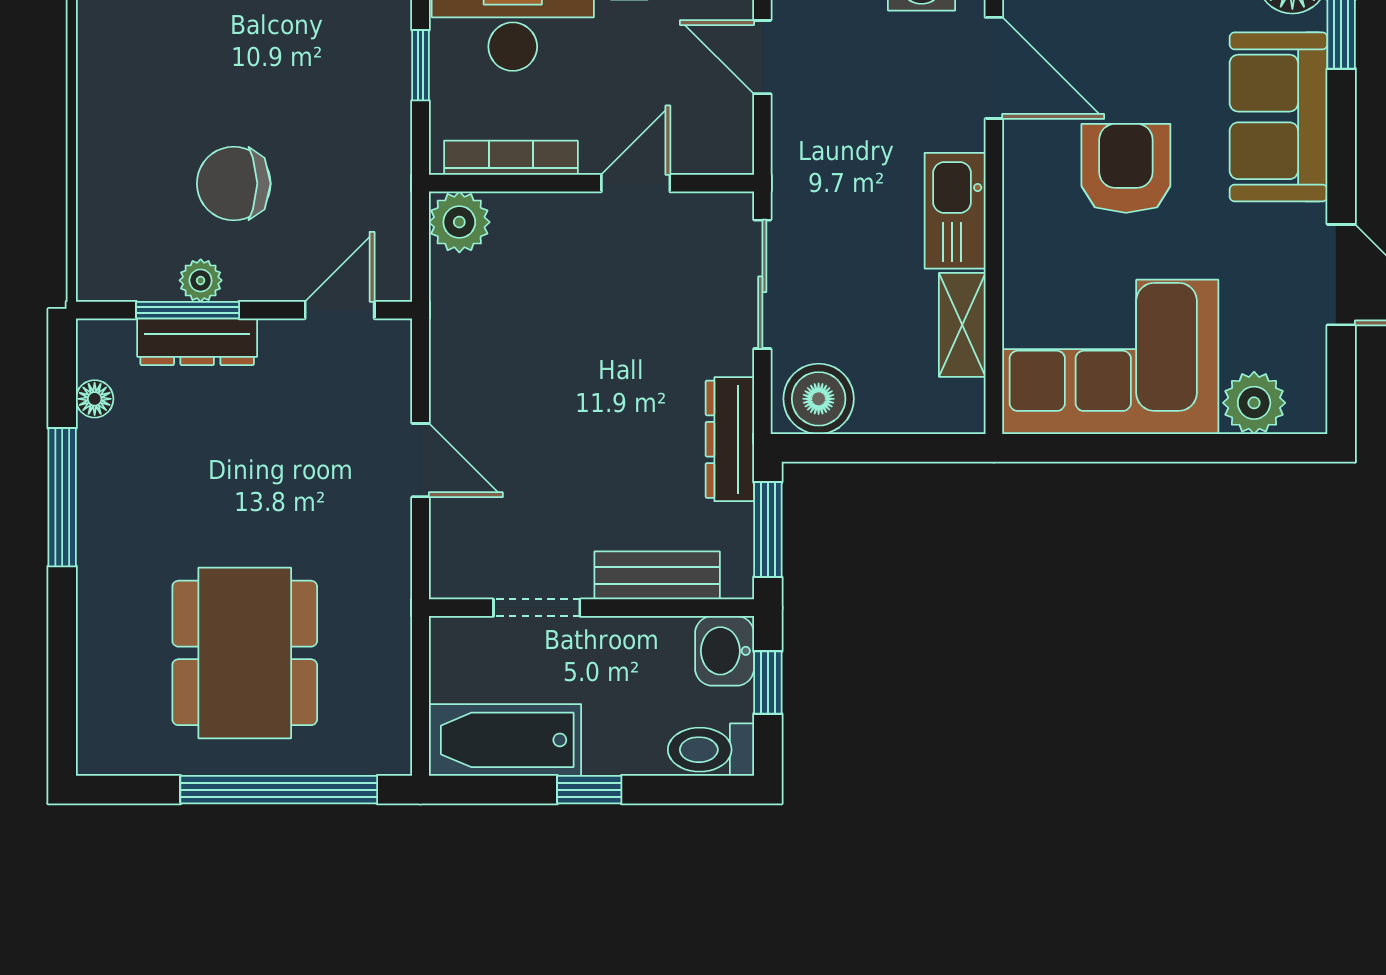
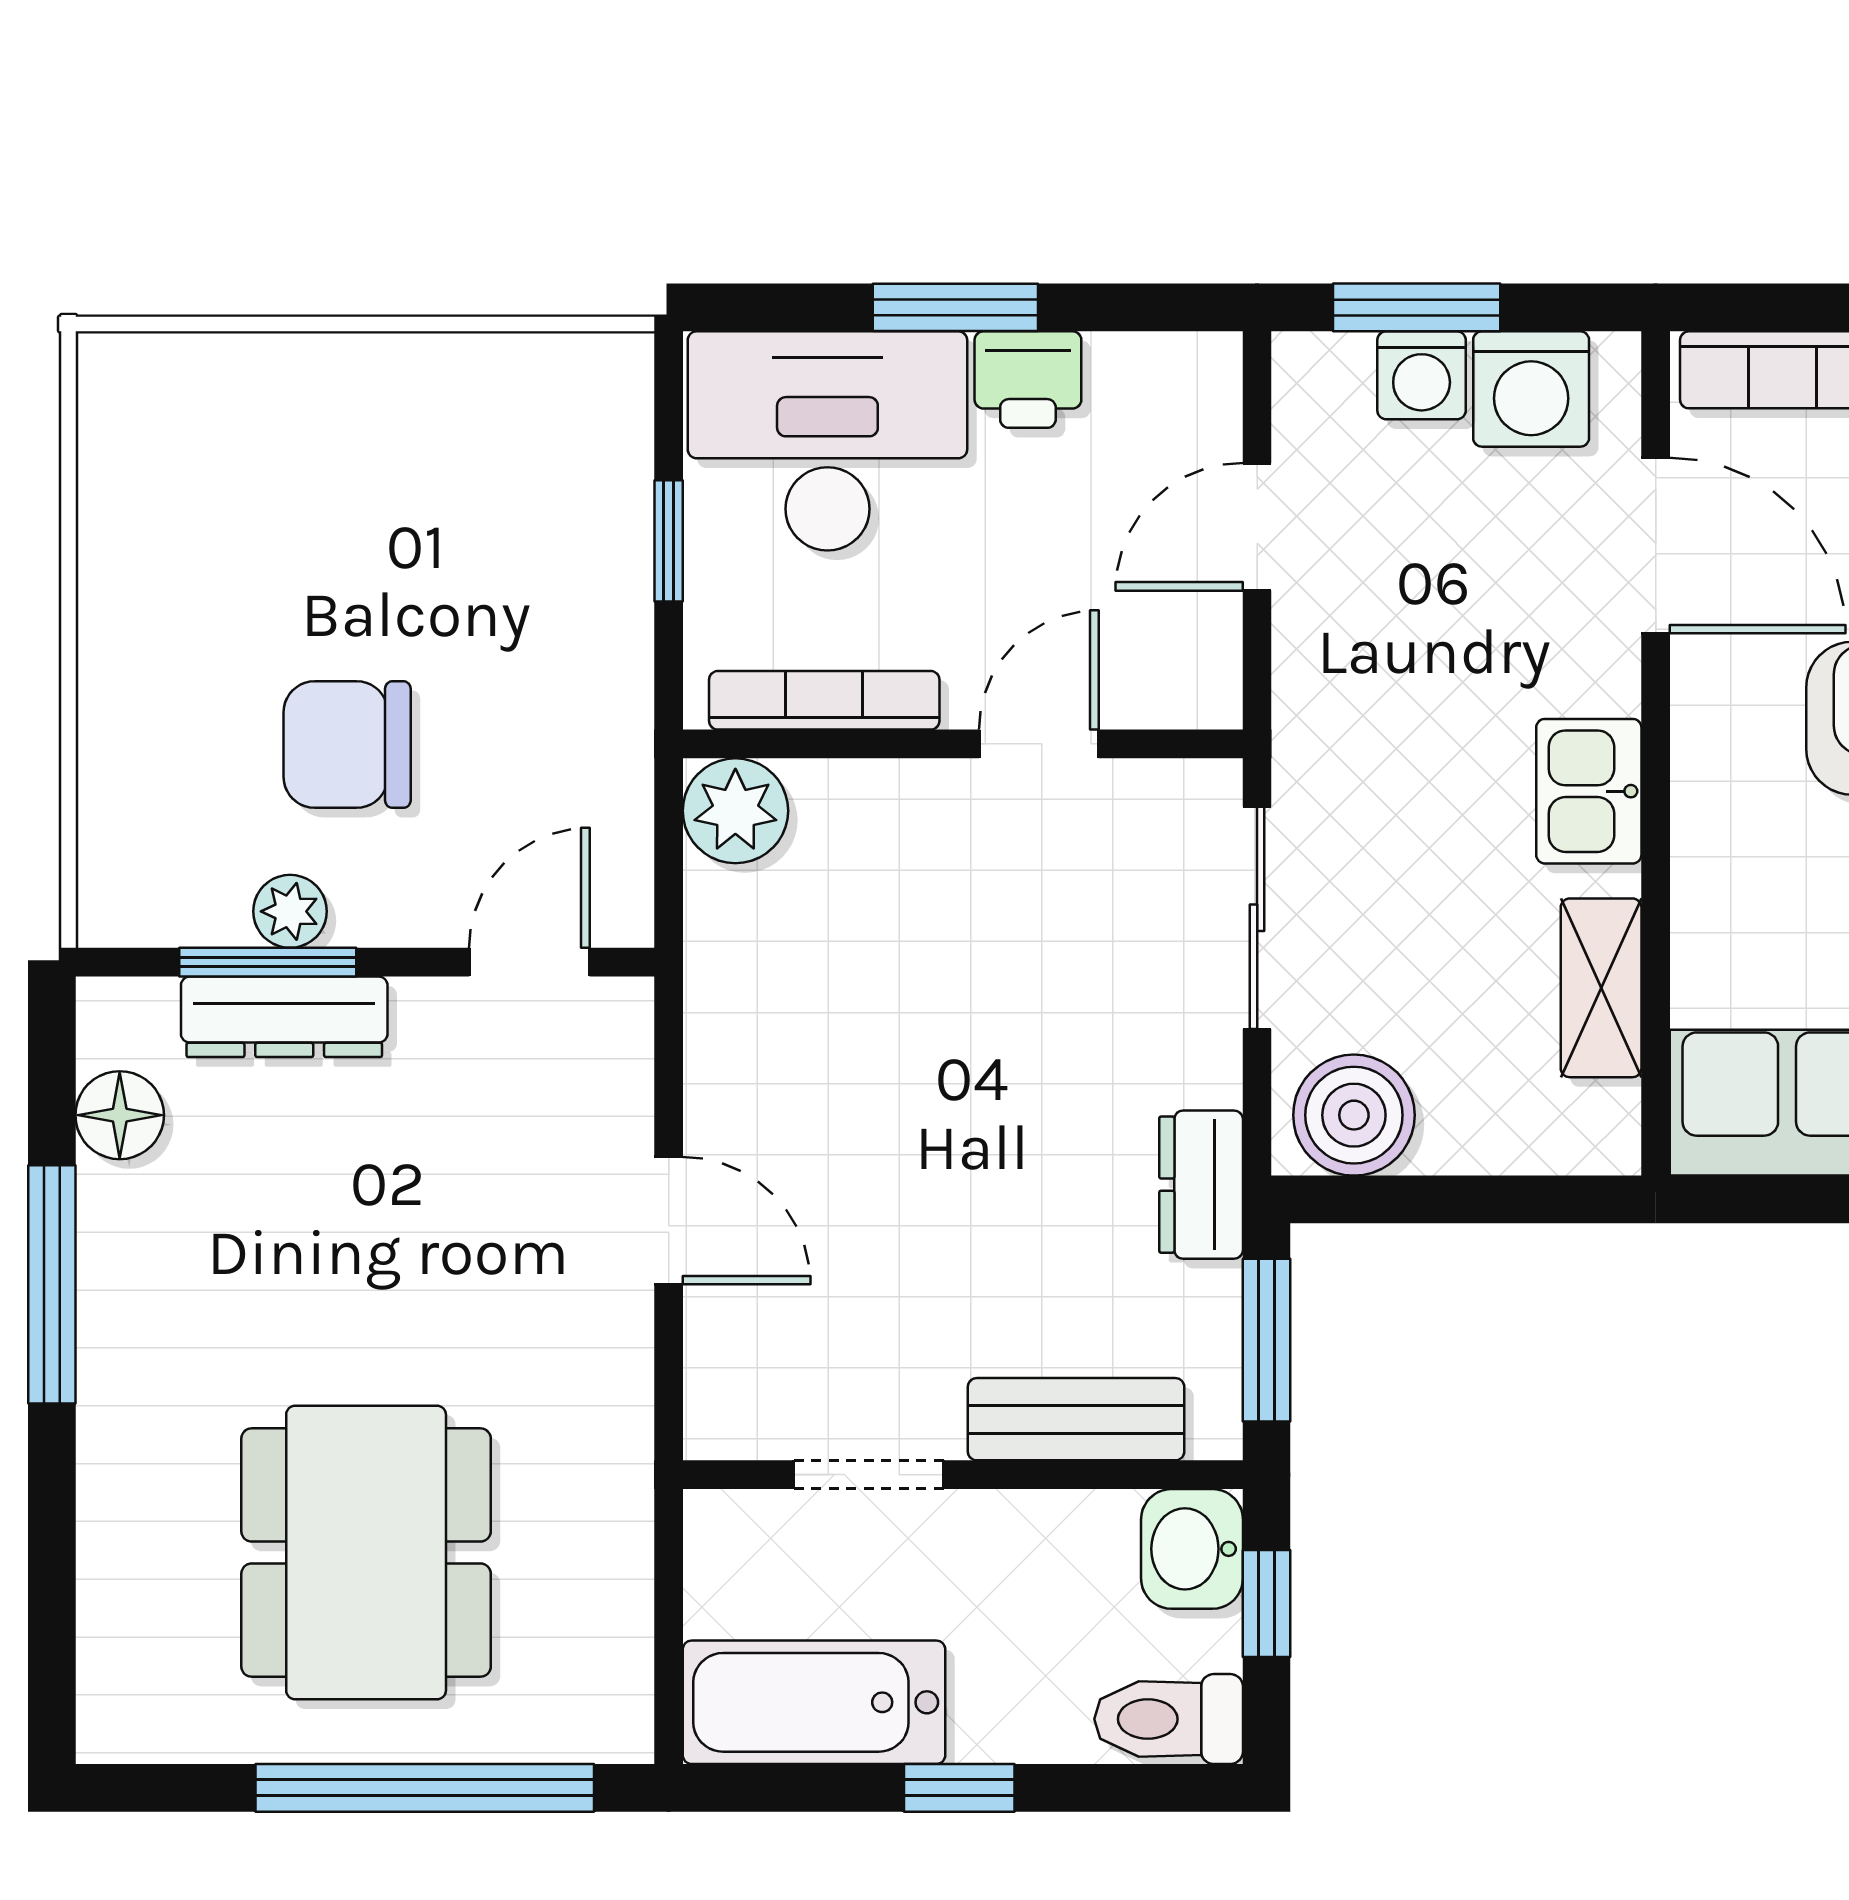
door: (762, 57) -> (1257, 527), hinge flipped
kitchen sink: (955, 211) -> (1589, 791), width x0.73
floor lamp: (95, 399) -> (120, 1115), width x1.37, depth x1.37
dresser: (730, 439) -> (1201, 1185), width x0.70

